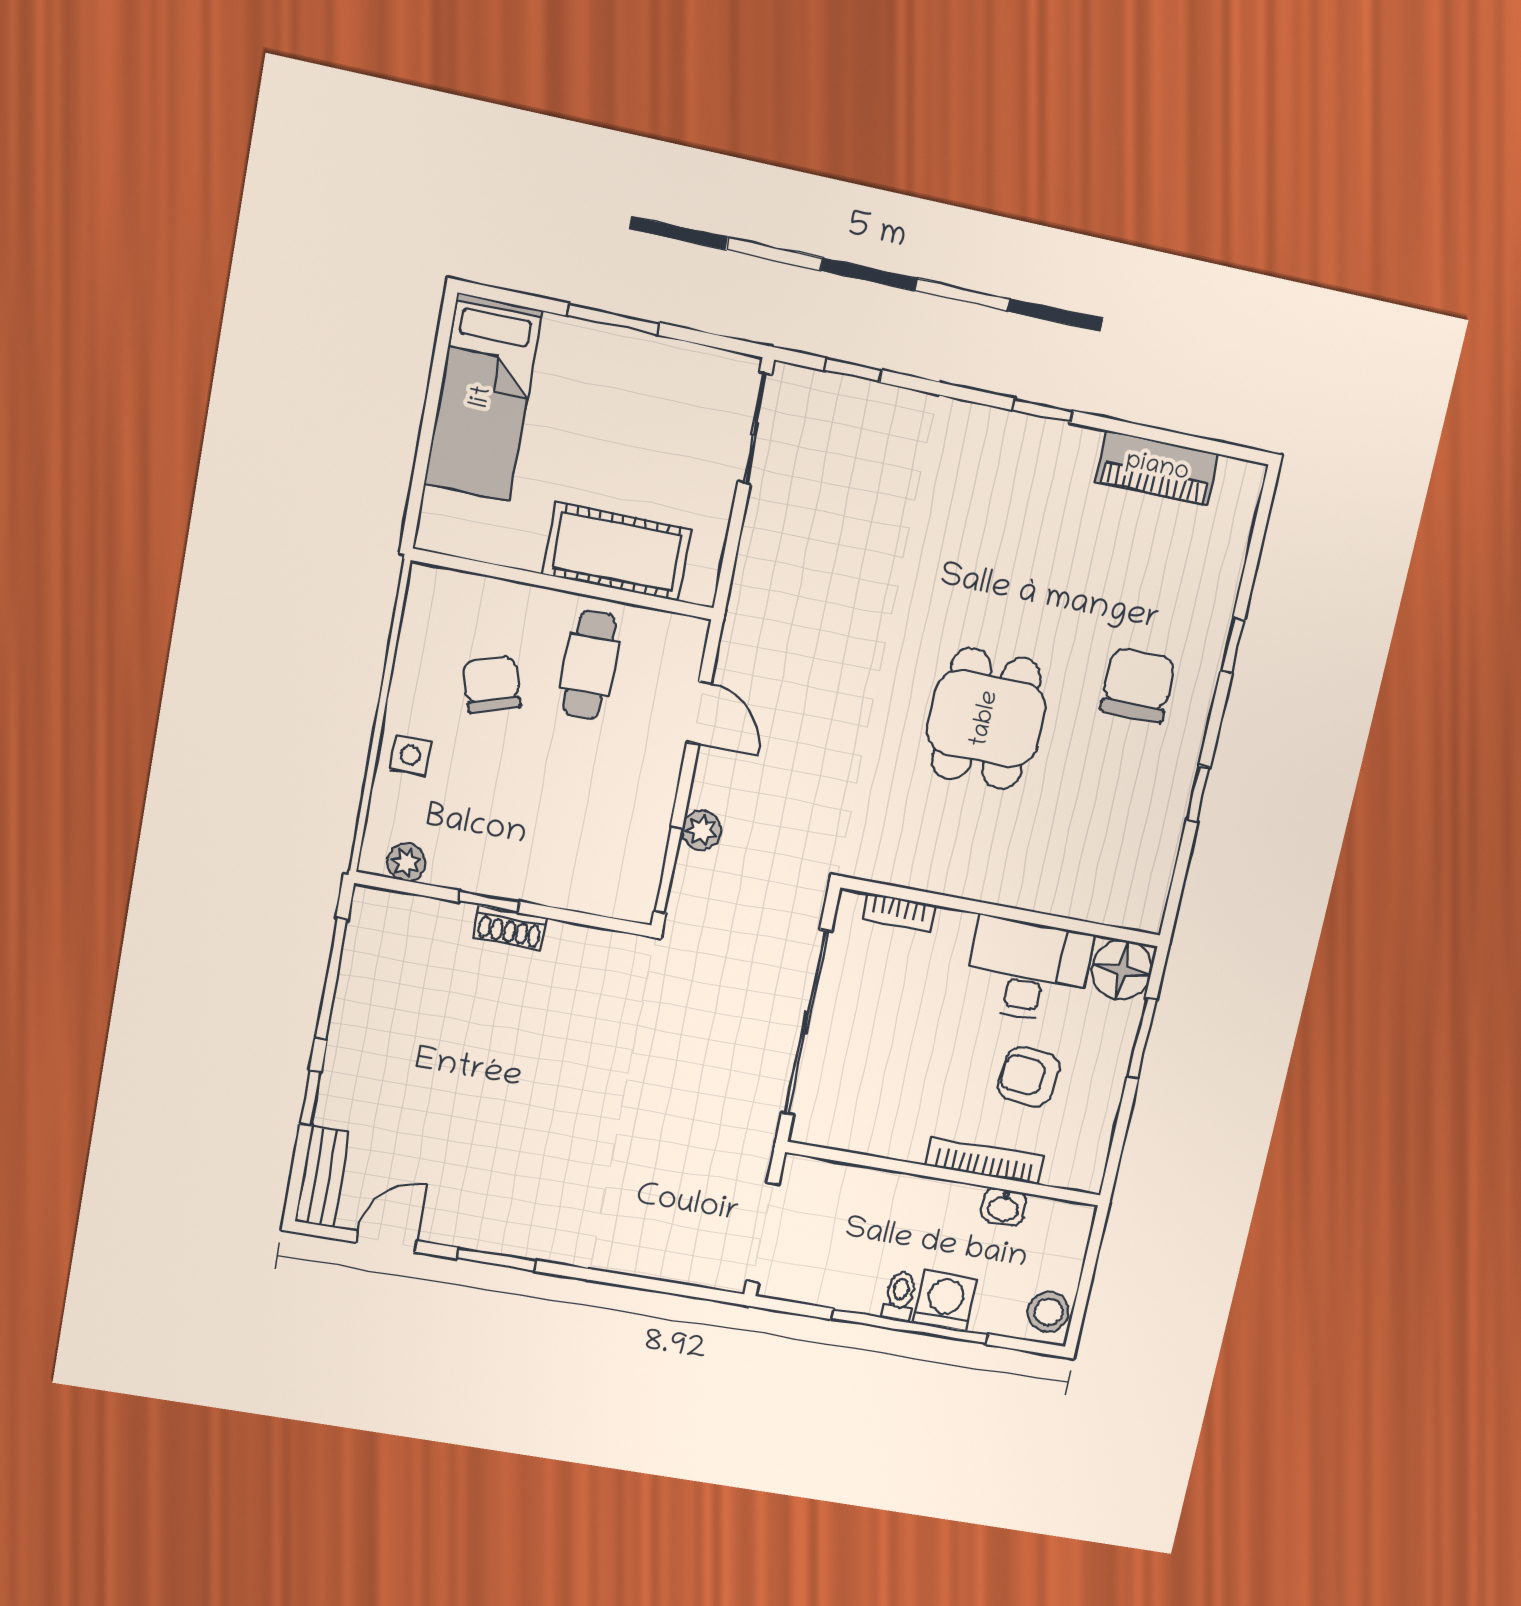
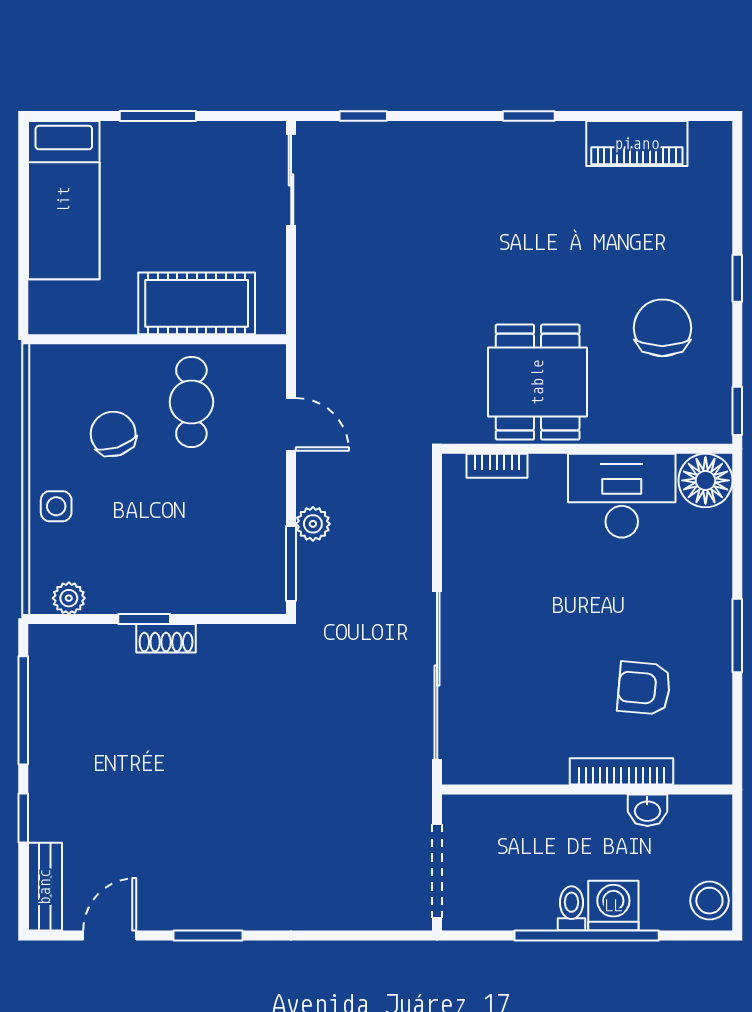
bookcase: (898, 912) -> (497, 466), moved
wall: (1001, 912) -> (587, 449), moved
desk: (1028, 970) -> (622, 496), moved
floor lamp: (1122, 970) -> (705, 480), moved

